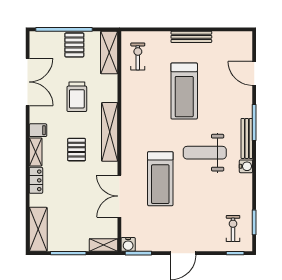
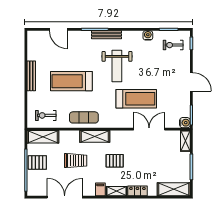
door: (254, 73) -> (58, 29), hinge flipped
treadmill: (184, 91) -> (71, 81), turned 180
exercise mat: (135, 108) -> (84, 117), added
shelving: (110, 132) -> (95, 136), width x0.68
water cooler: (246, 166) -> (148, 35), moved
double door: (119, 196) -> (149, 129), swing flipped

